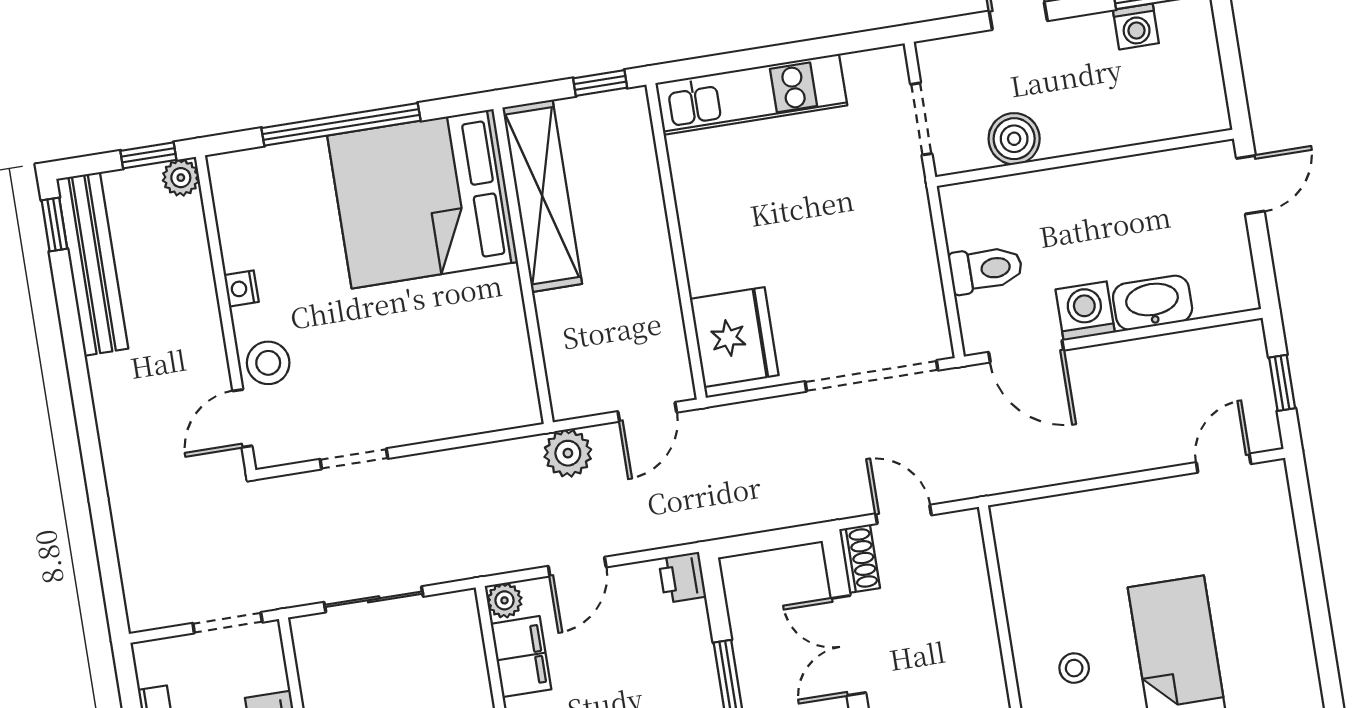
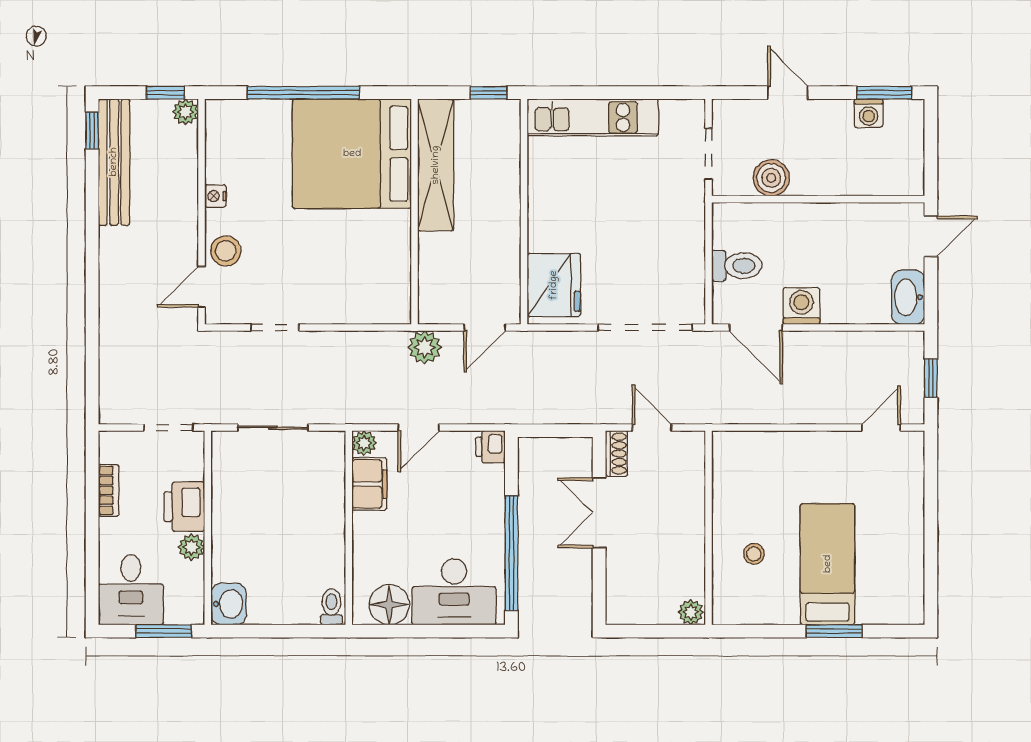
washbasin: (1153, 303) -> (908, 297), moved, turned -90

